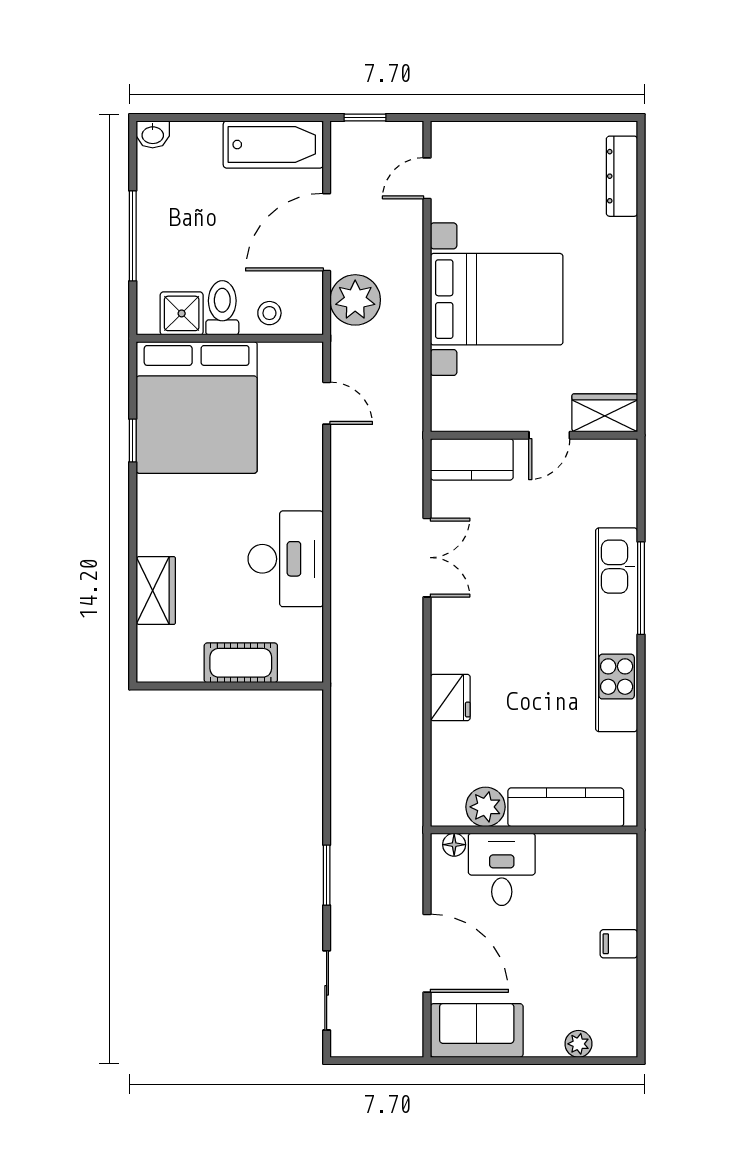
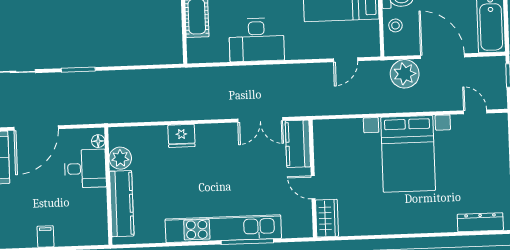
wardrobe: (605, 413) -> (327, 218), moved
wall: (534, 435) -> (313, 179), moved
door: (549, 435) -> (313, 187), moved
kitchen counter: (472, 459) -> (298, 144), moved

